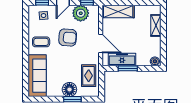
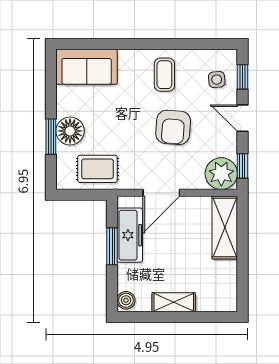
plant: (81, 13) -> (221, 174), moved
shelving: (156, 25) -> (174, 302), moved
sofa: (37, 76) -> (87, 67), width x0.73

